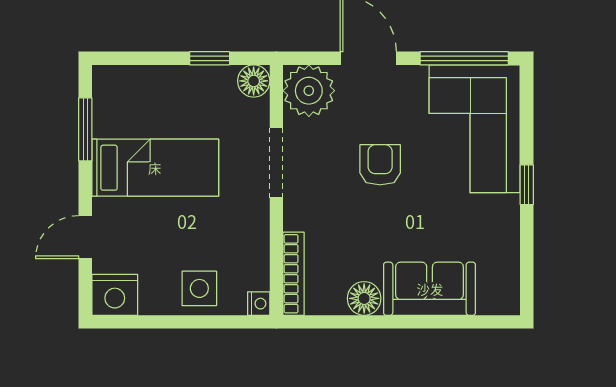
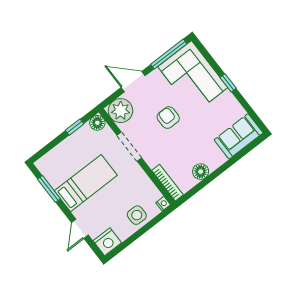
sofa: (430, 289) -> (239, 136), moved

